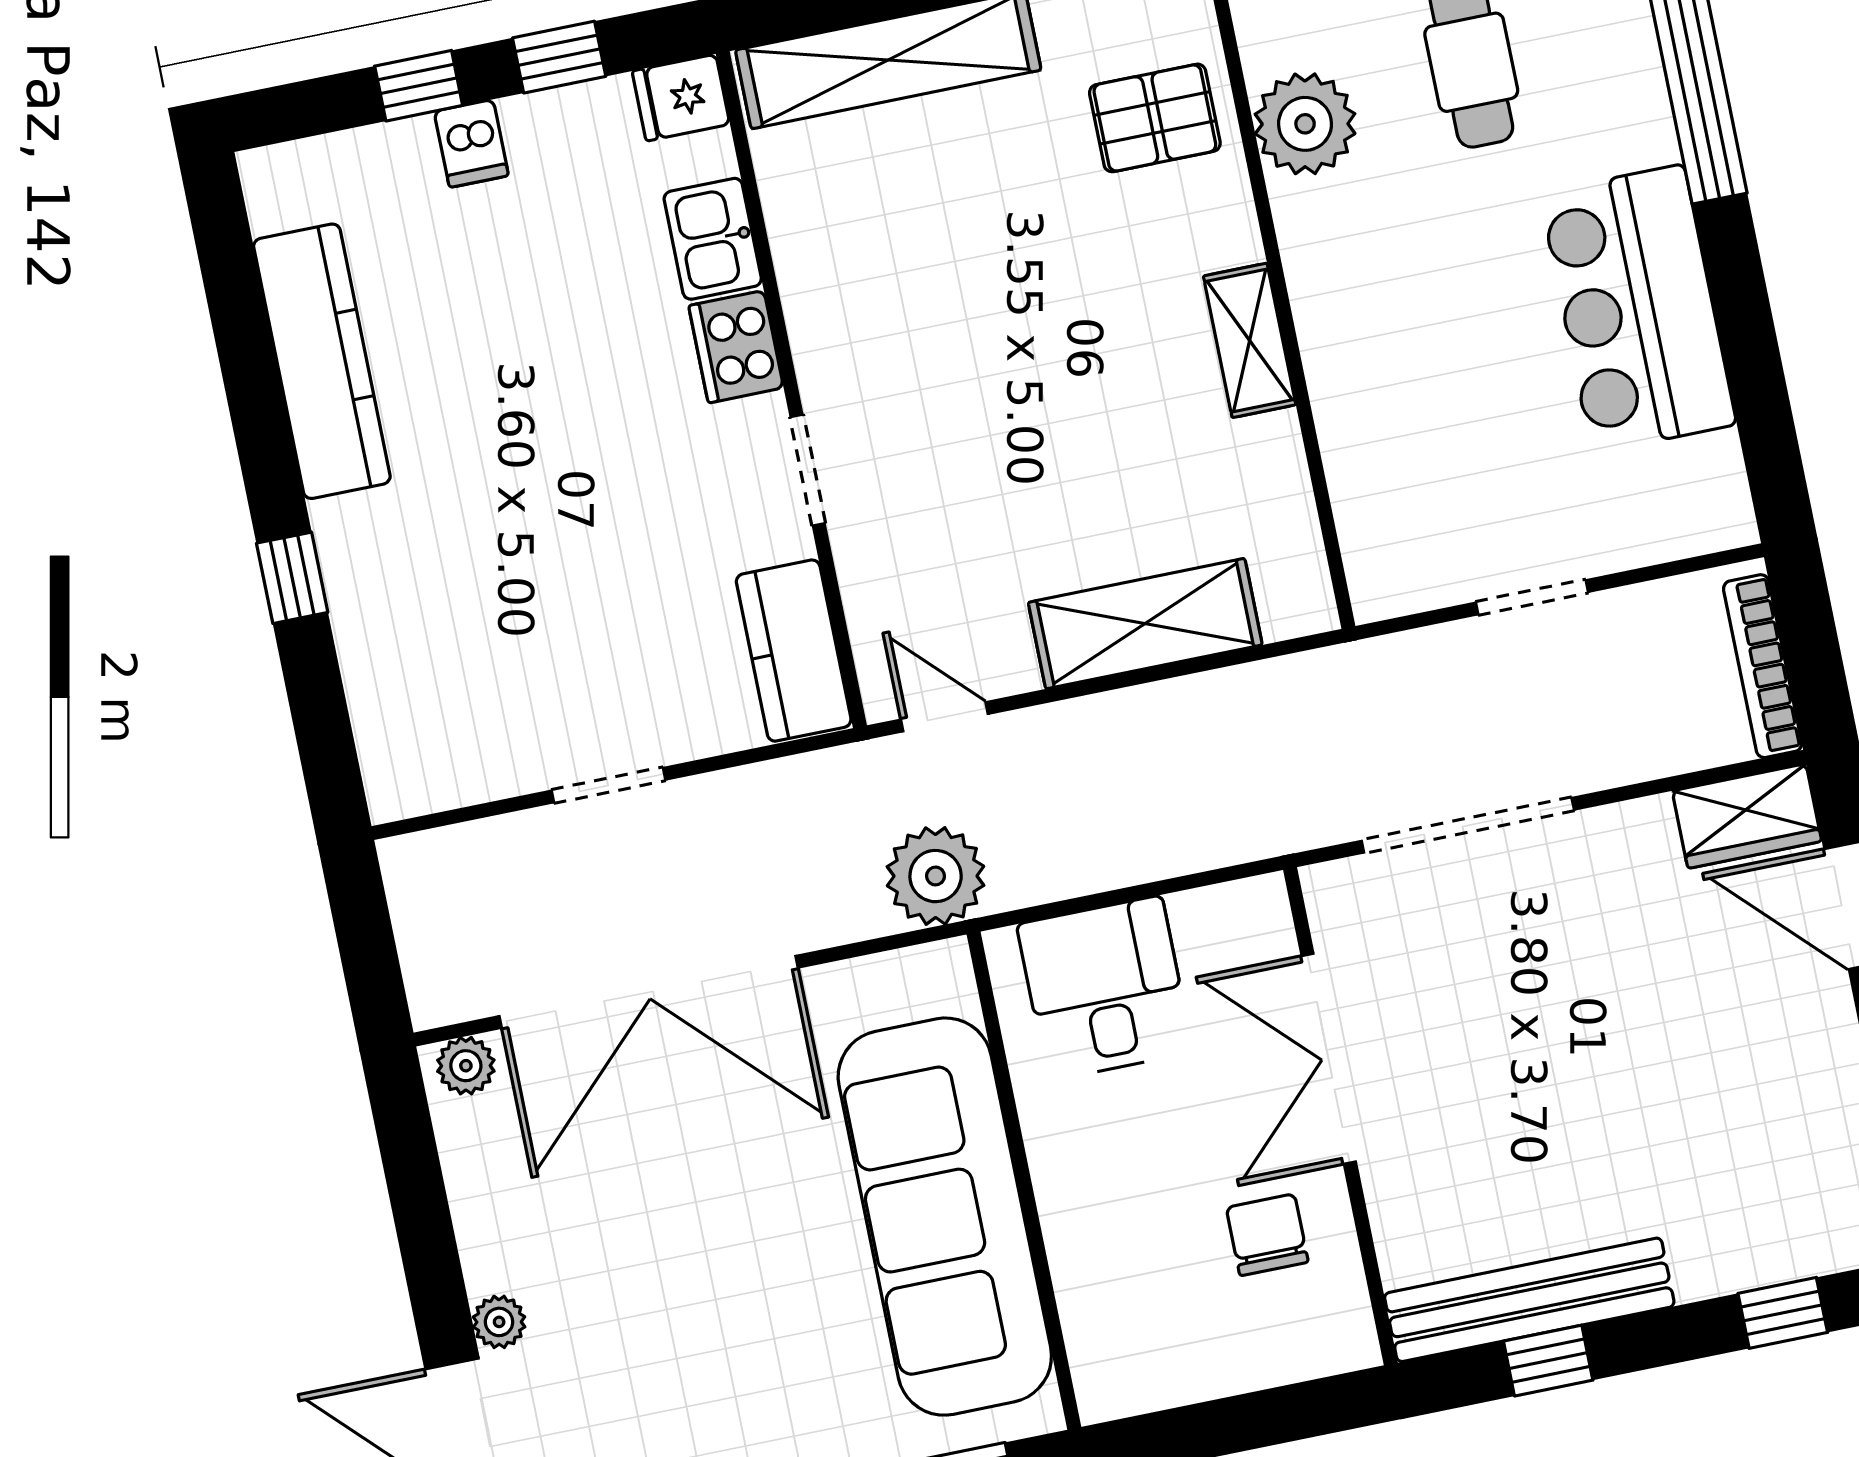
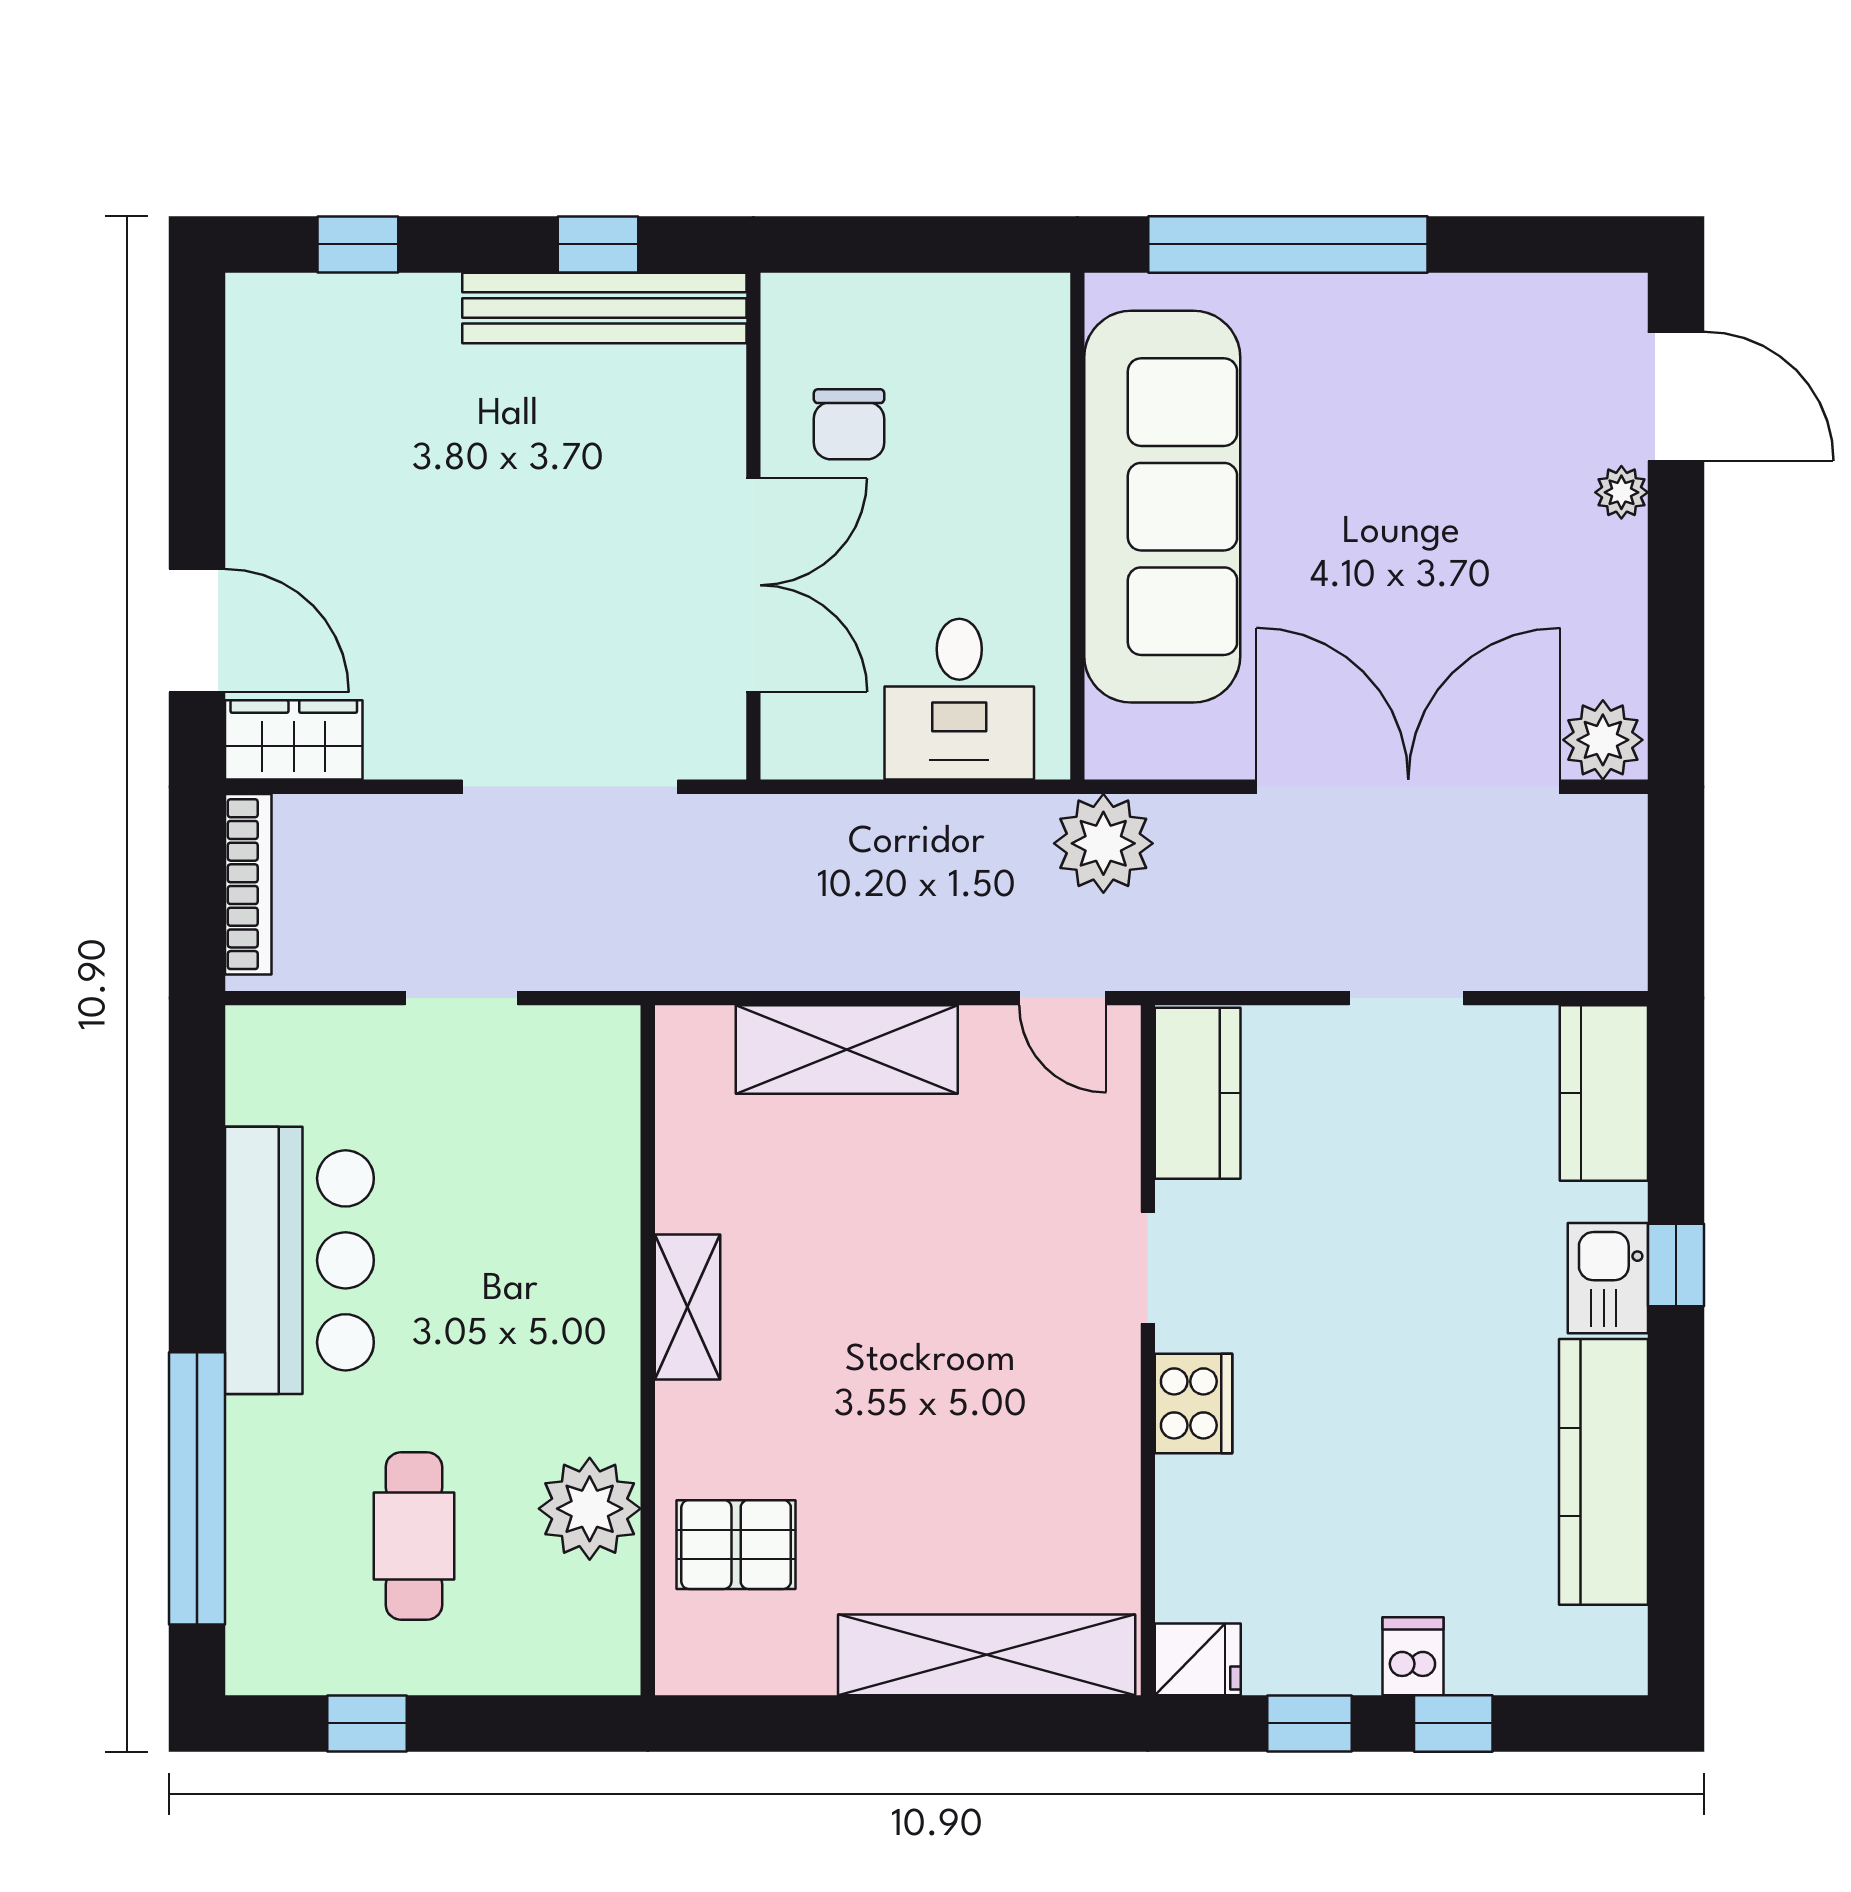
kitchen sink: (713, 239) -> (1608, 1278), moved, turned 180
kitchen counter: (397, 732) -> (1604, 1093), added
plant: (466, 1066) -> (1603, 740), width x1.38, depth x1.38

